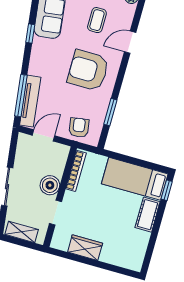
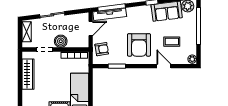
armchair: (88, 70) -> (139, 45), turned 180
door: (44, 135) -> (91, 29), hinge flipped
wardrobe: (85, 248) -> (28, 74), width x1.50

